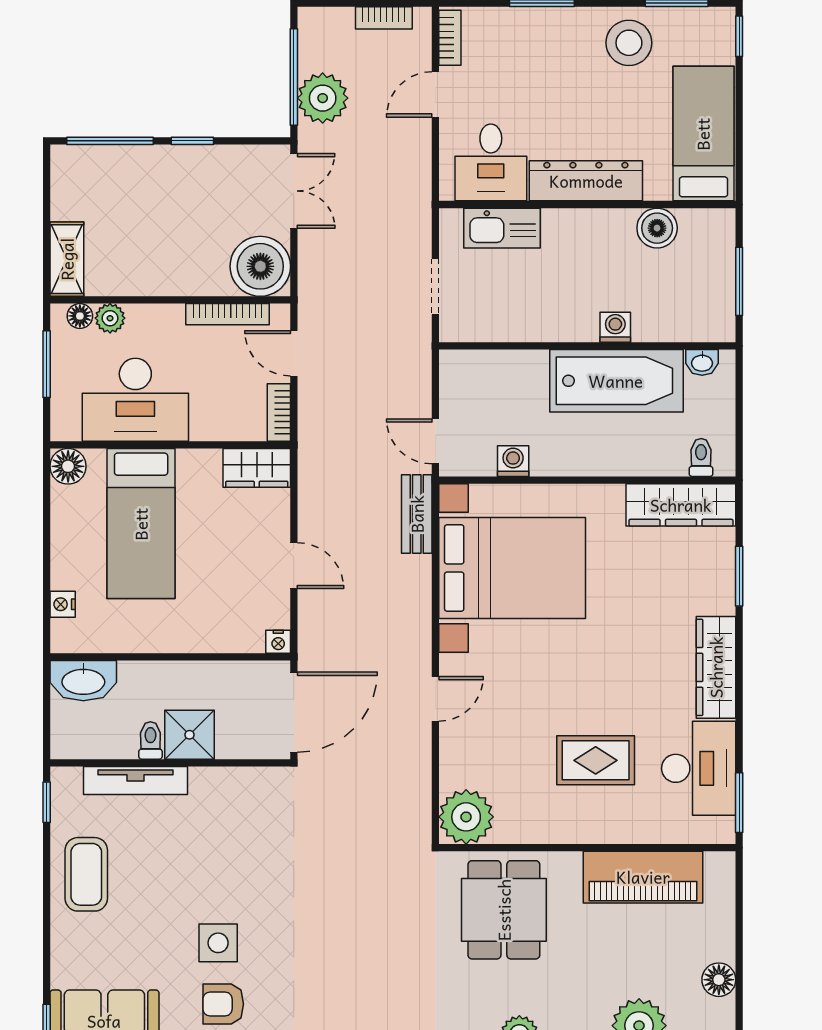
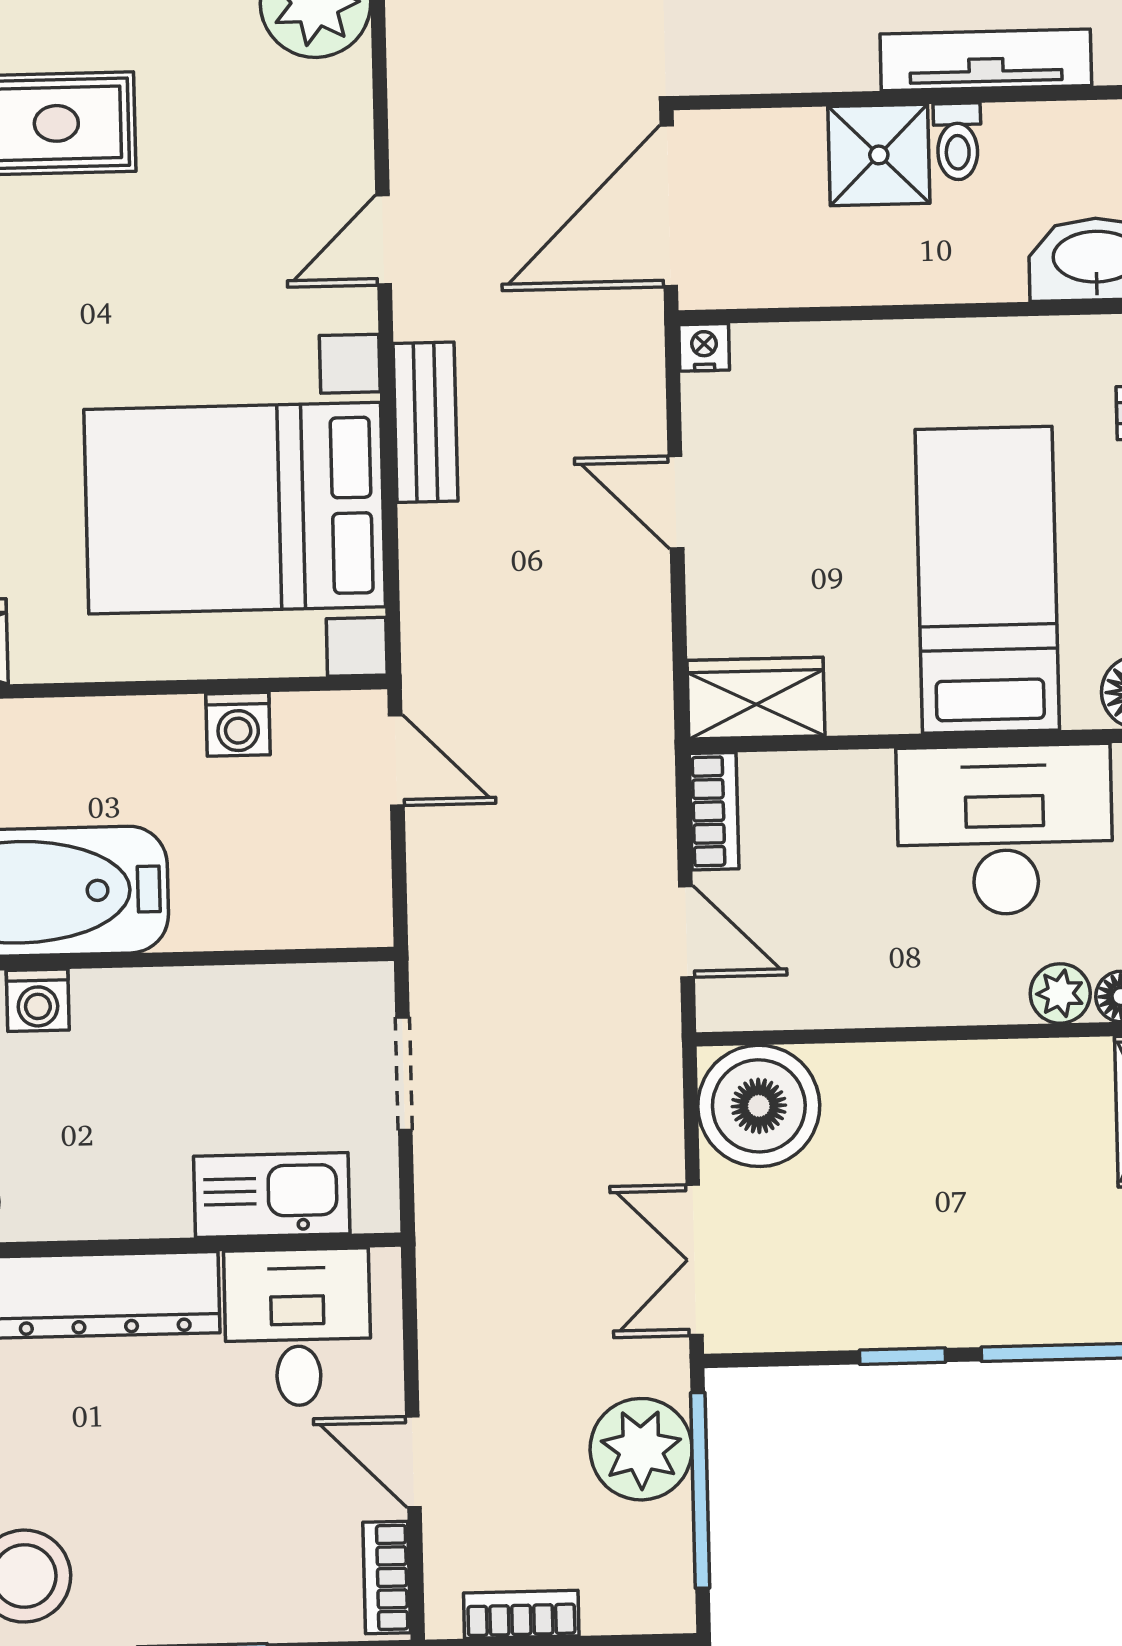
door: (435, 95) -> (413, 1462), swing flipped
bookcase: (227, 314) -> (823, 1008), removed
bench: (417, 514) -> (426, 422), moved

